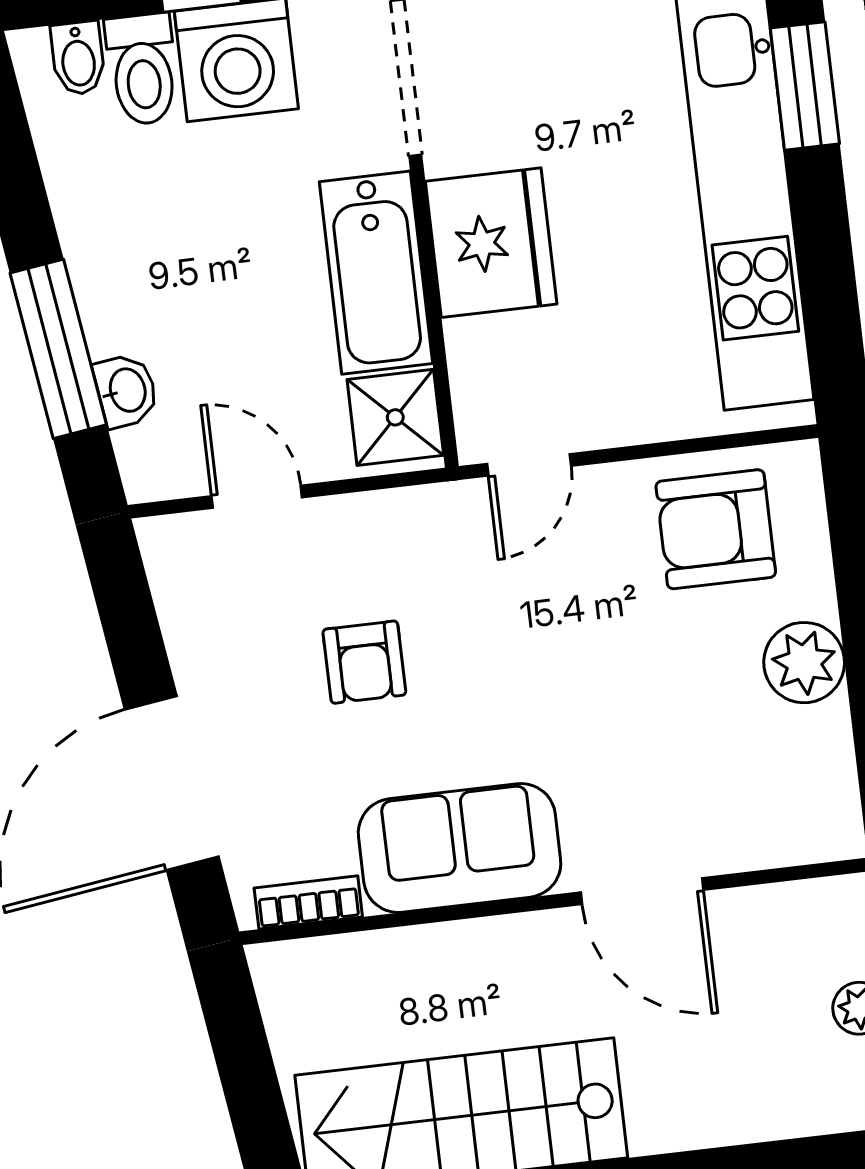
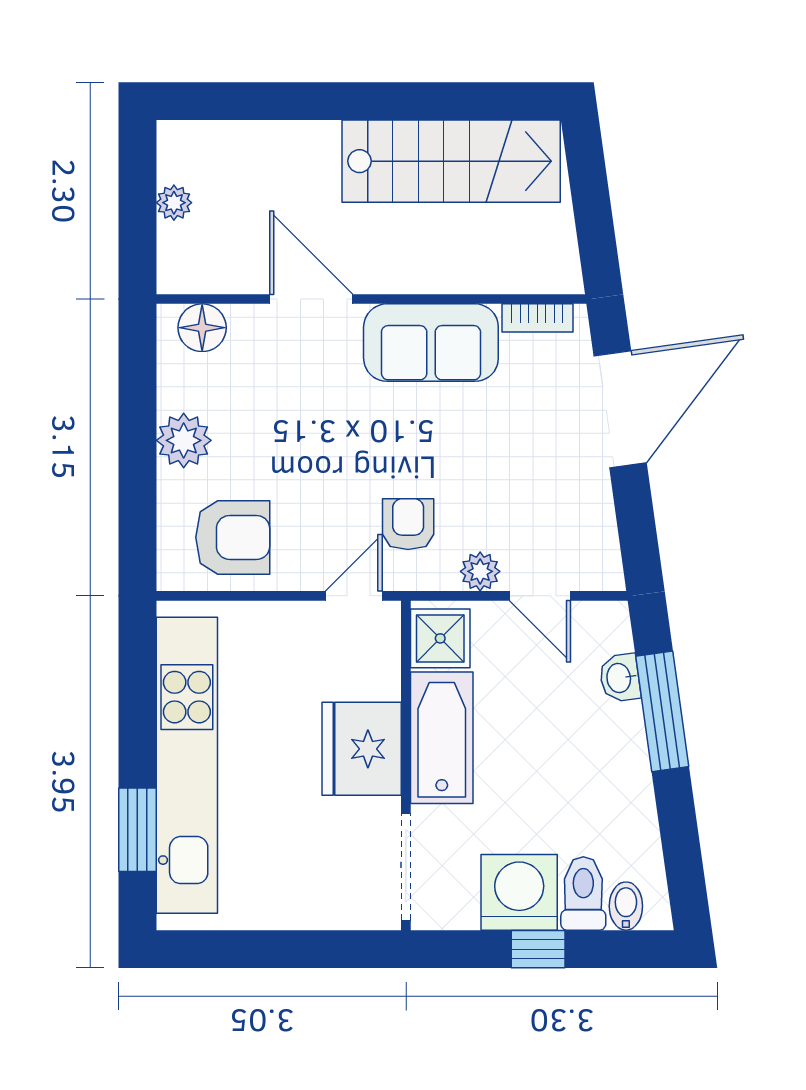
plant: (348, 522) -> (480, 571), added
armchair: (364, 662) -> (408, 524), moved
floor lamp: (797, 830) -> (202, 328), added

